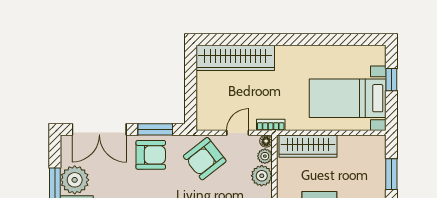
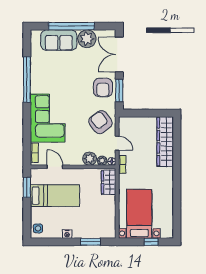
wardrobe: (308, 146) -> (109, 182), width x0.67

